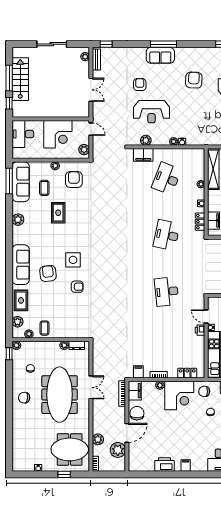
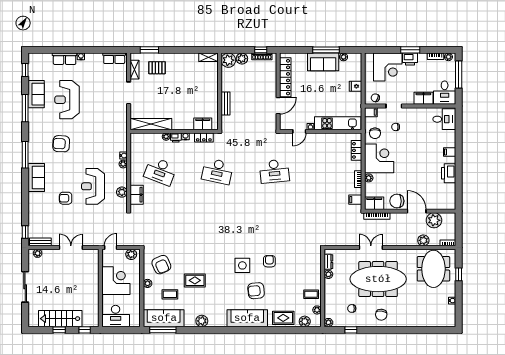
window: (164, 44) -> (25, 155), moved
window: (9, 78) -> (59, 330), width x0.46
reception desk: (152, 112) -> (93, 186), turned 180
armchair: (74, 180) -> (161, 265), turned -114
printer: (200, 330) -> (176, 138), moved
window: (9, 354) -> (351, 330), moved

